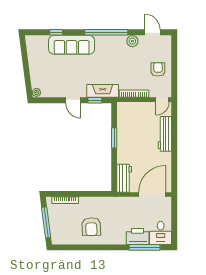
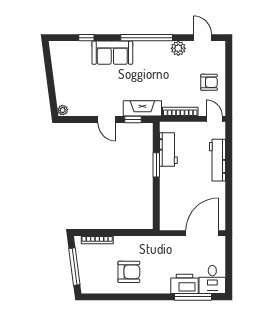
sofa: (72, 45) -> (112, 53), width x0.73
armchair: (158, 69) -> (209, 82), turned 90
door: (162, 100) -> (214, 119), swing flipped
workbench: (124, 178) -> (168, 149), moved
armchair: (91, 227) -> (129, 272), turned -88

